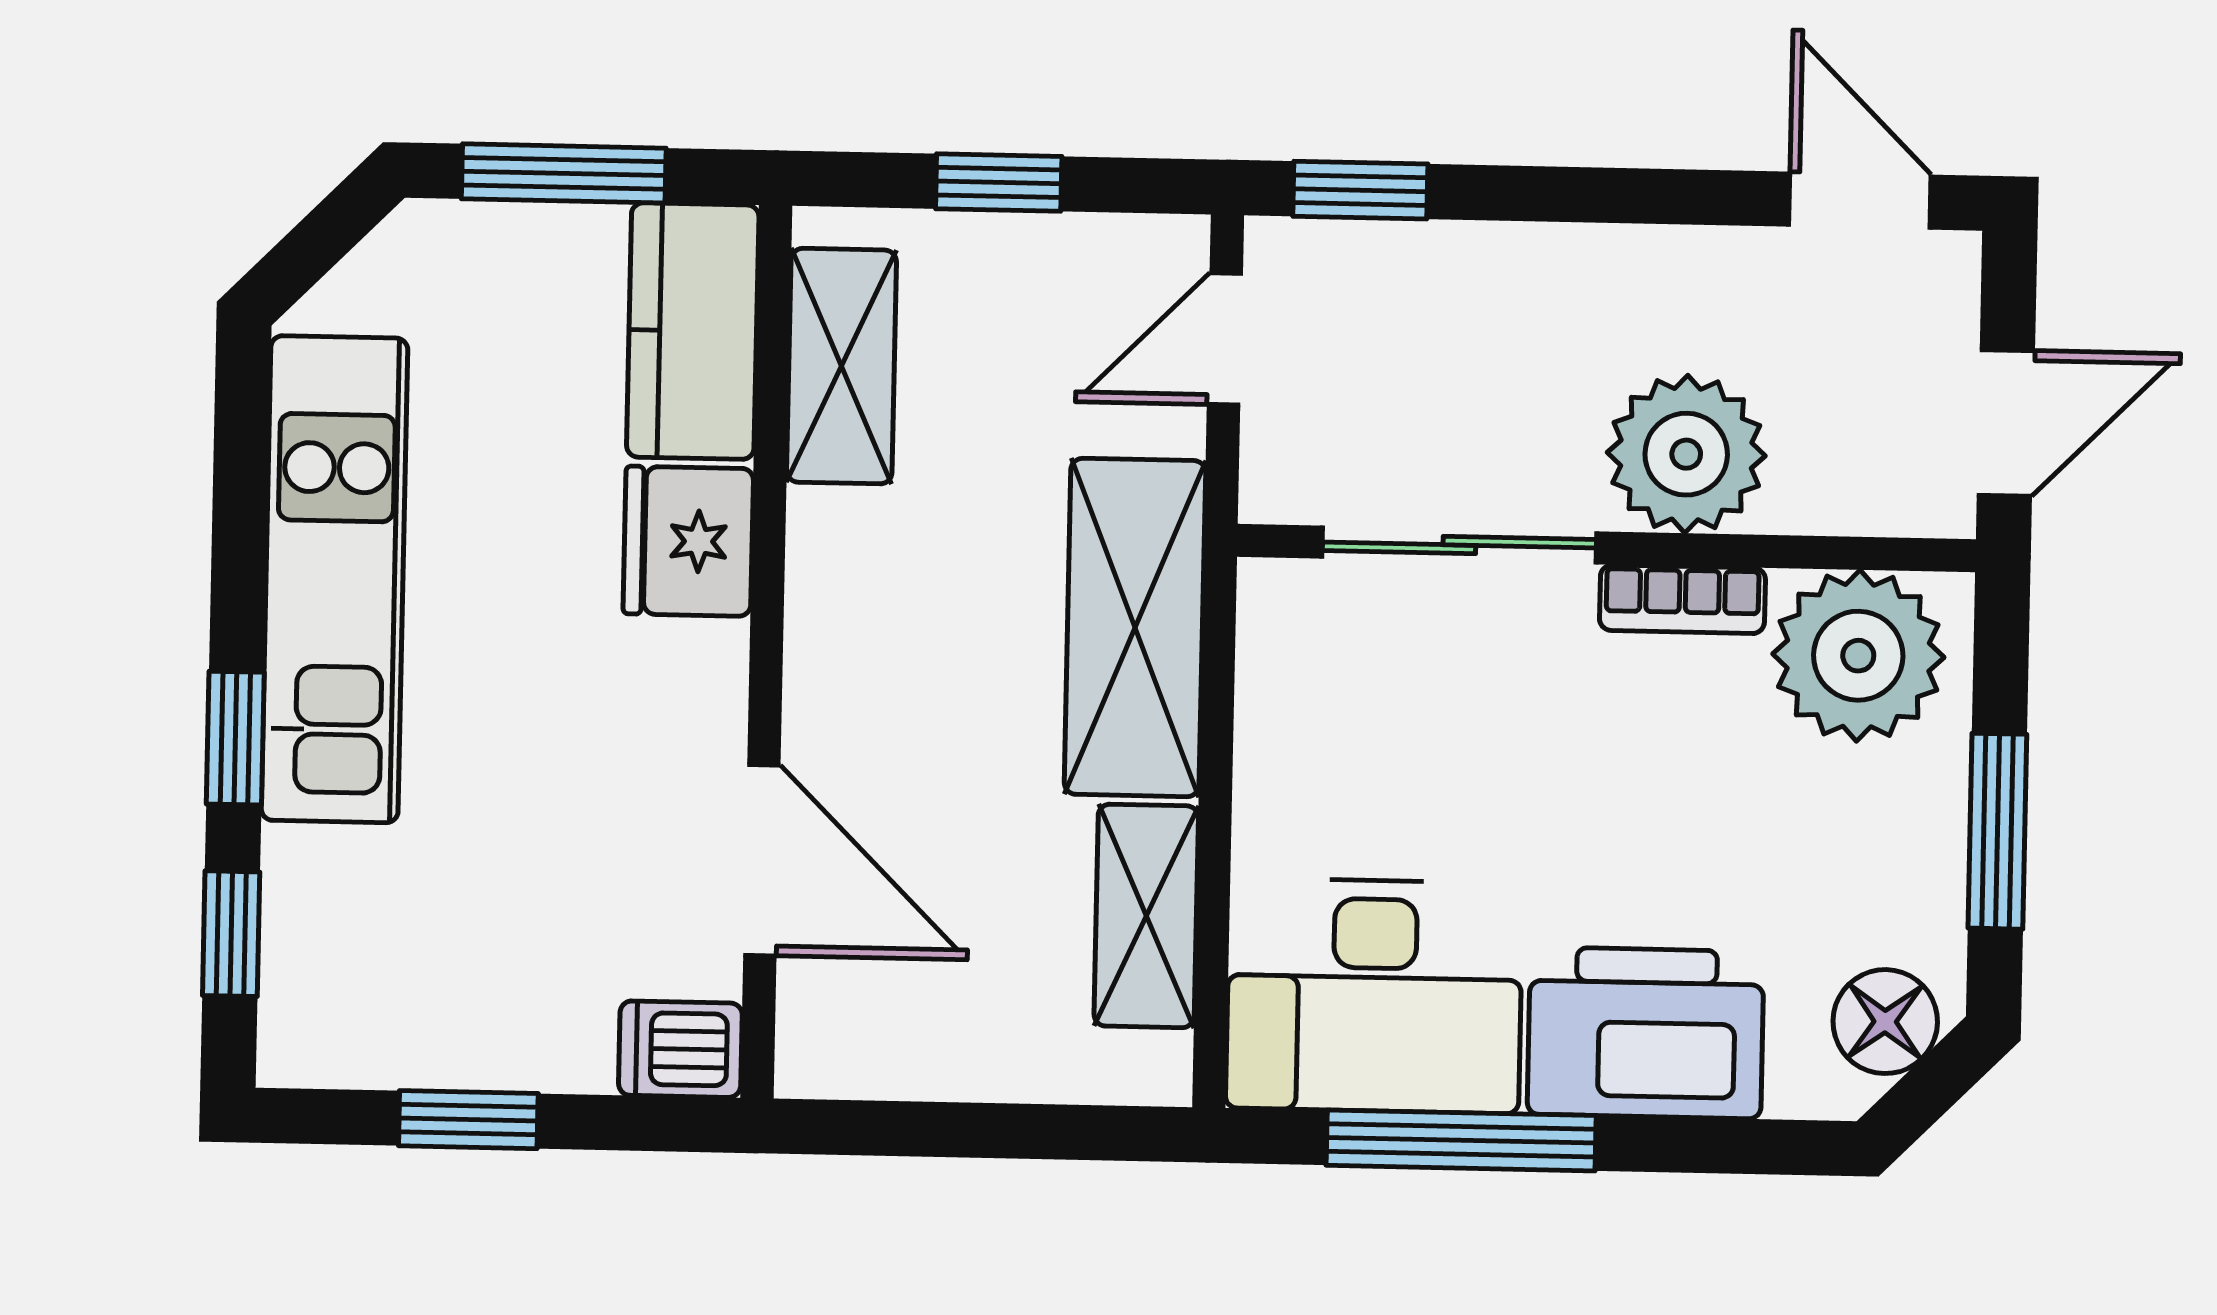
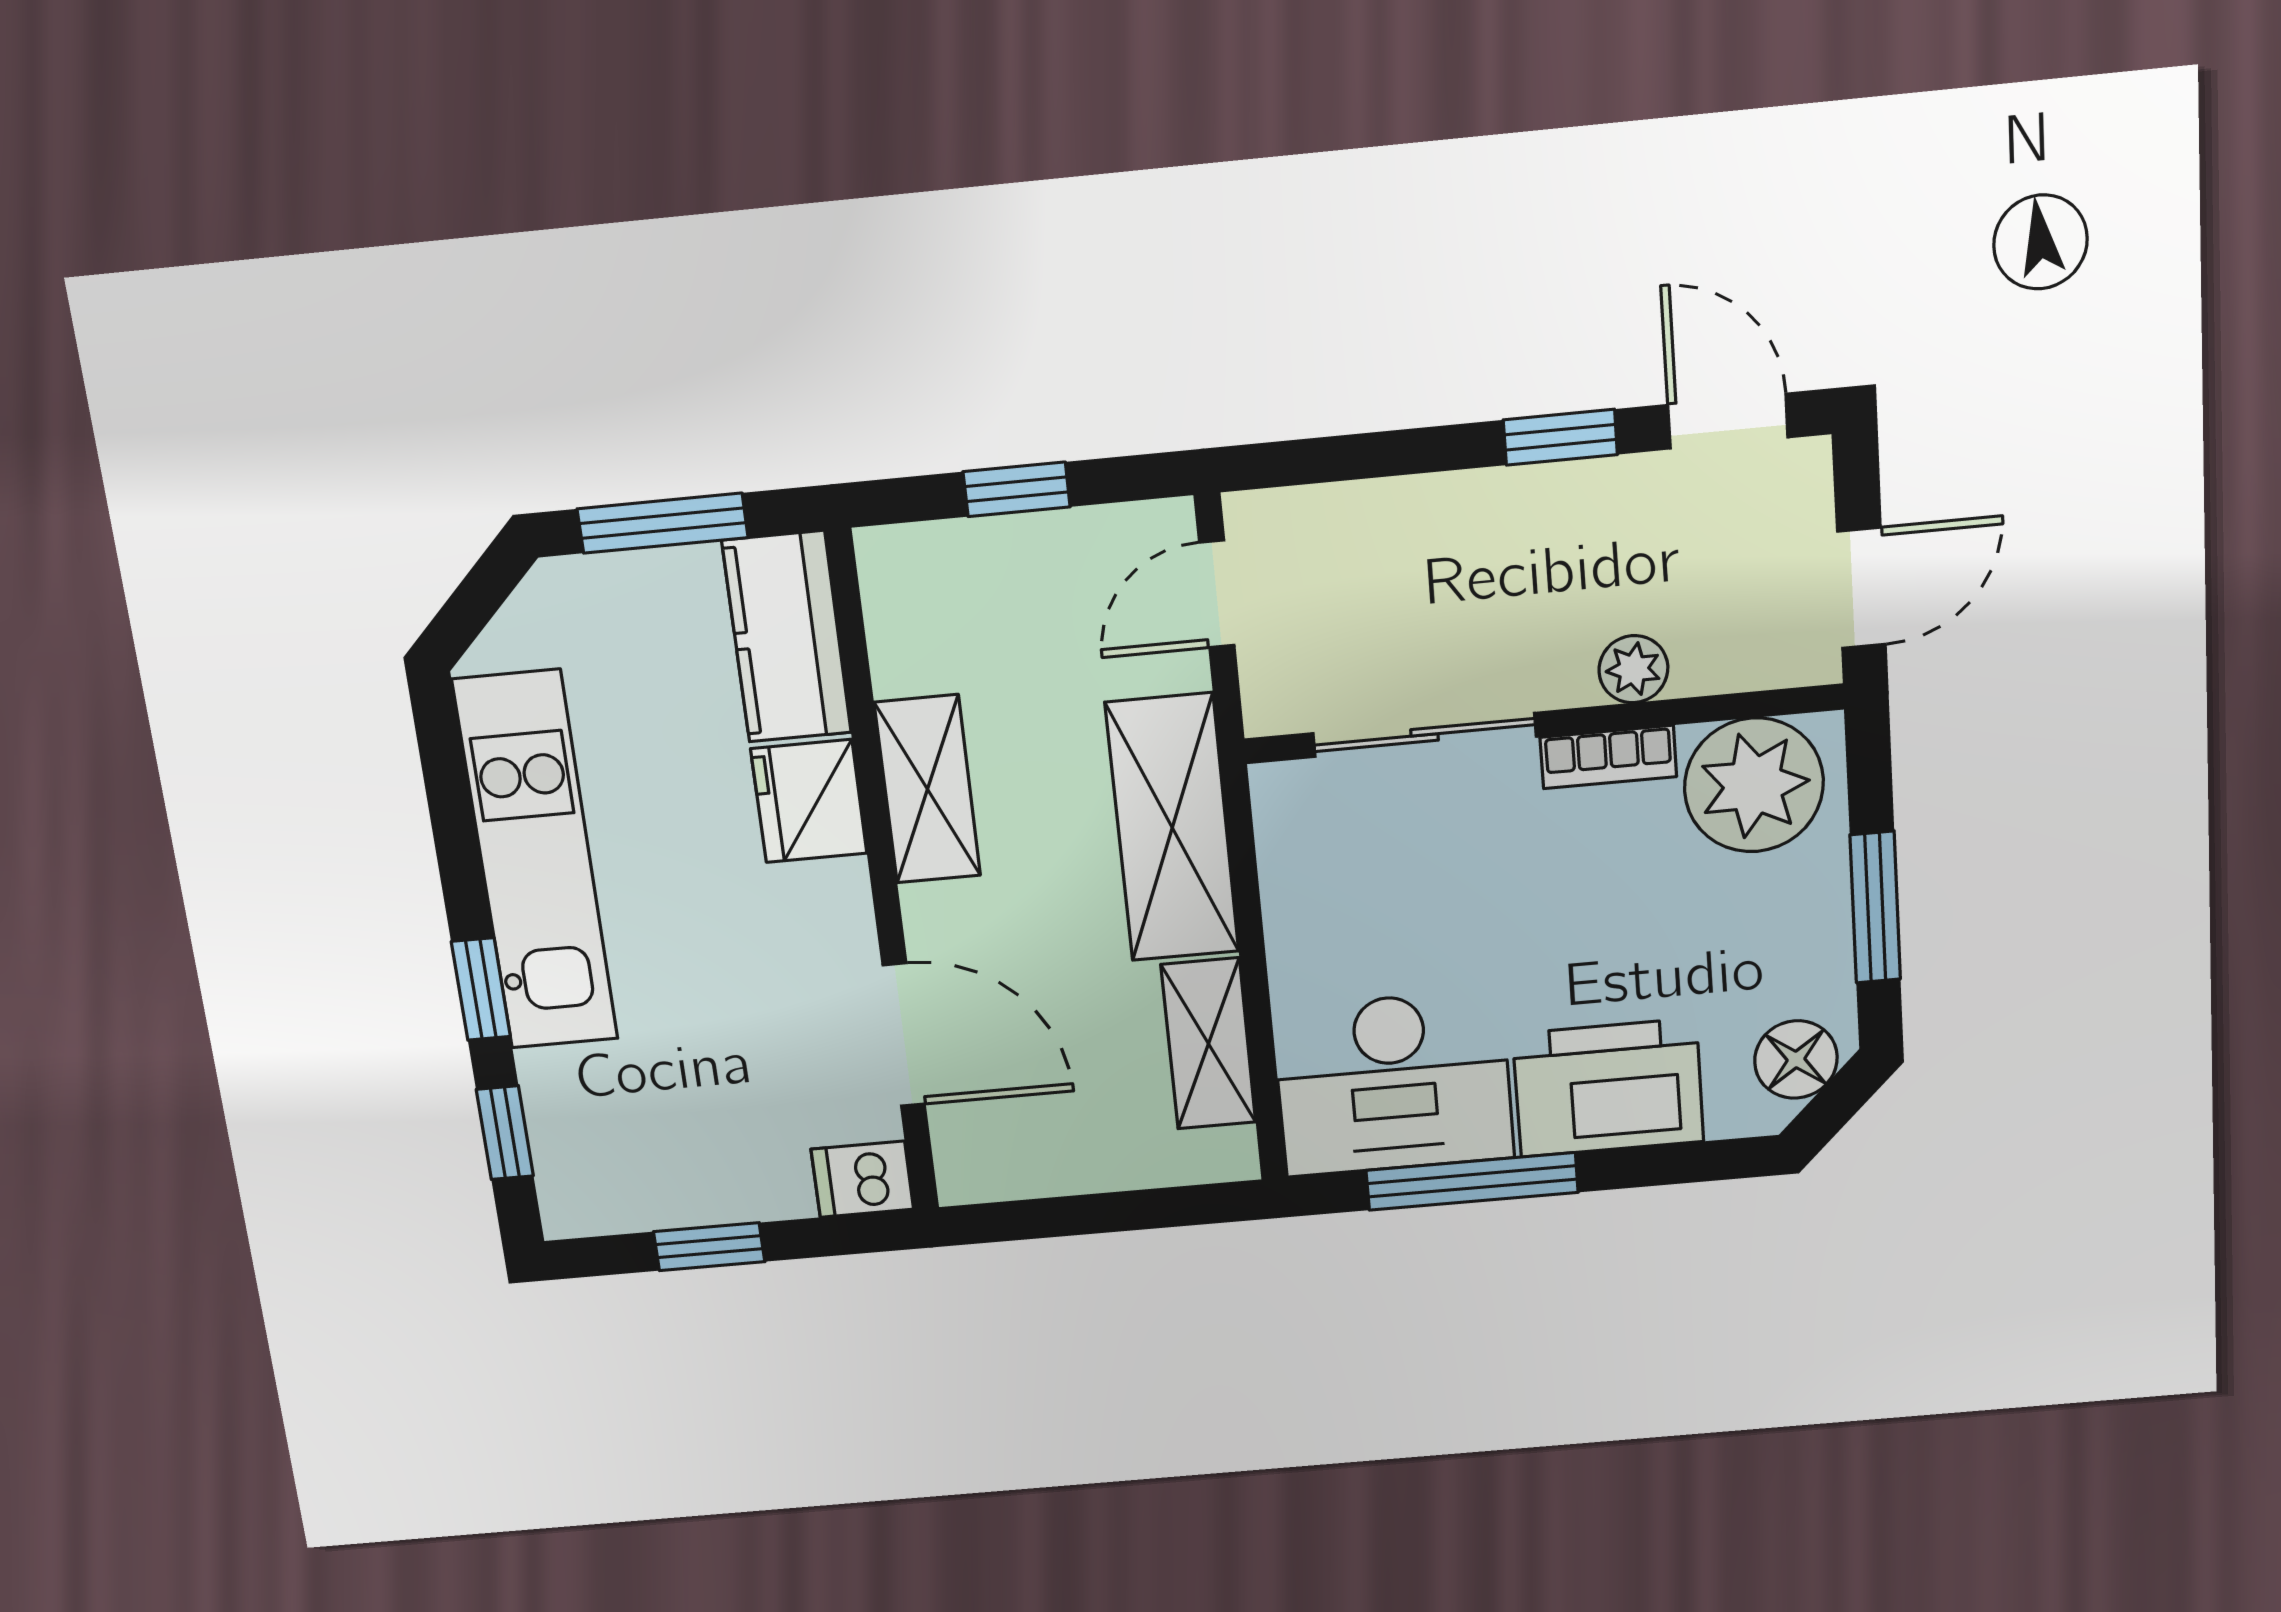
window: (1360, 190) -> (1560, 437), moved
shelving: (841, 366) -> (927, 789), moved
plant: (1686, 454) -> (1633, 669), width x0.53, depth x0.53

